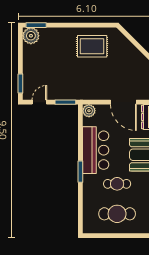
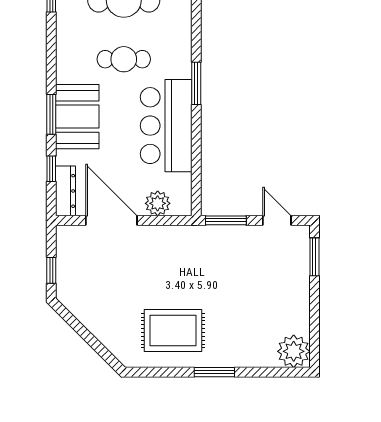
window: (36, 25) -> (214, 372), moved
door: (39, 102) -> (277, 220), swing flipped
plant: (89, 111) -> (158, 203), moved

